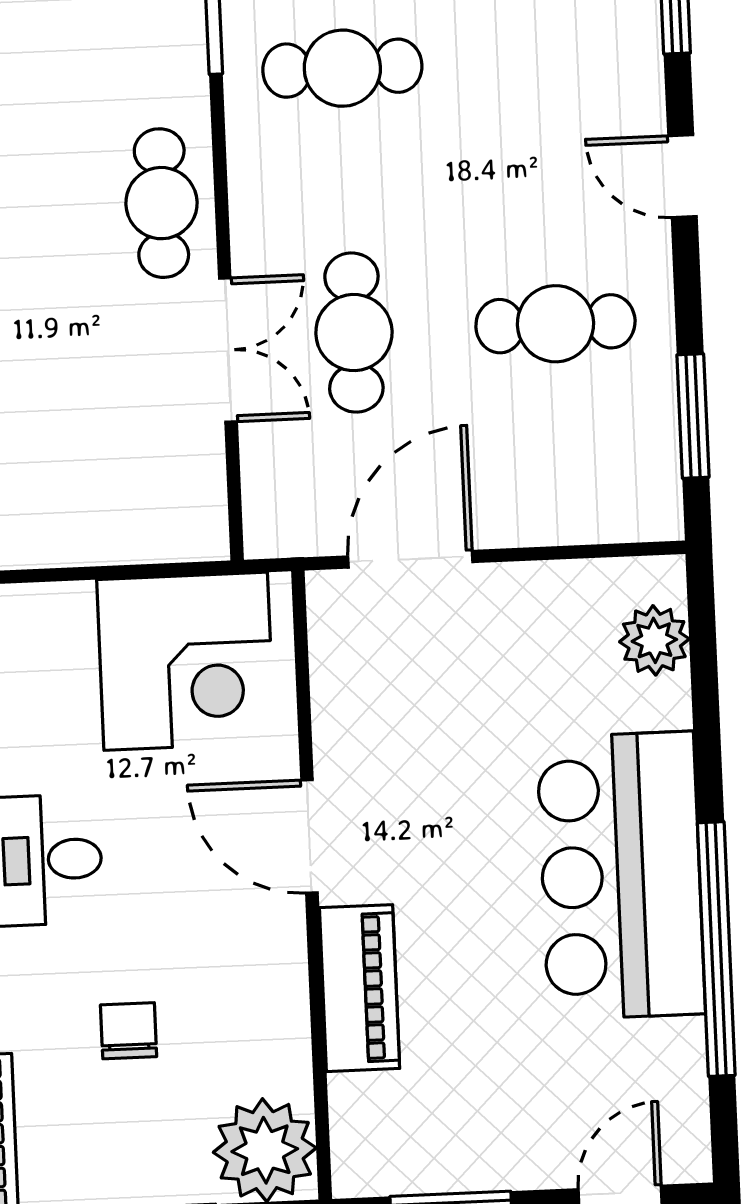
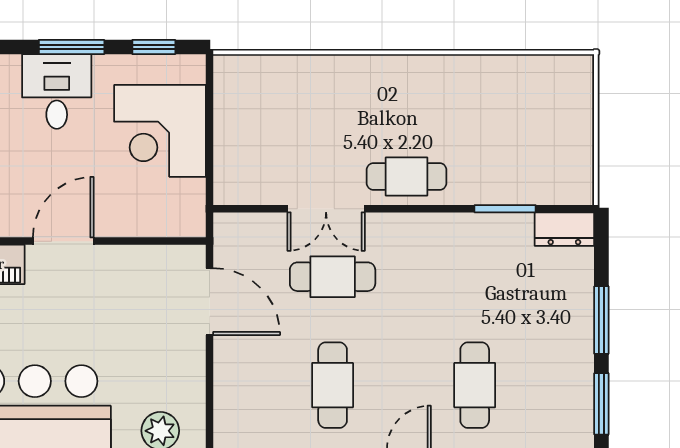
cafe table: (342, 68) -> (475, 385), moved
corner desk: (186, 661) -> (160, 131), moved

